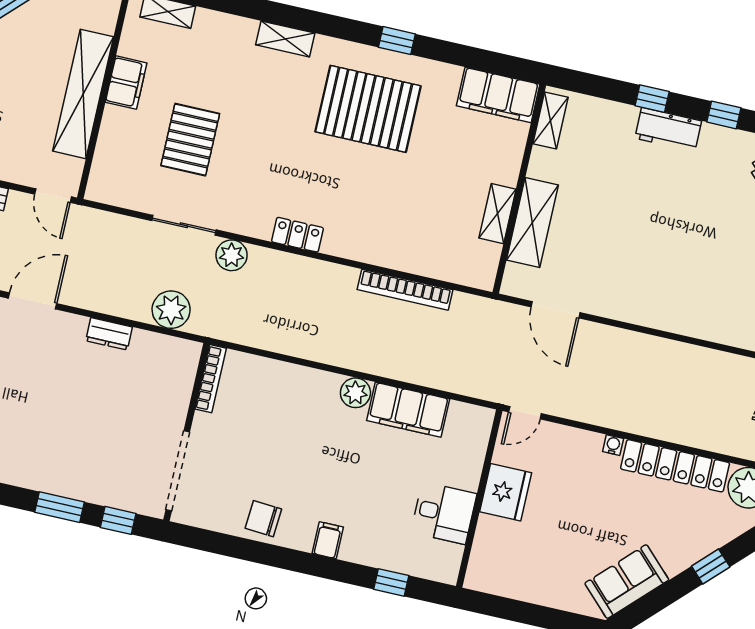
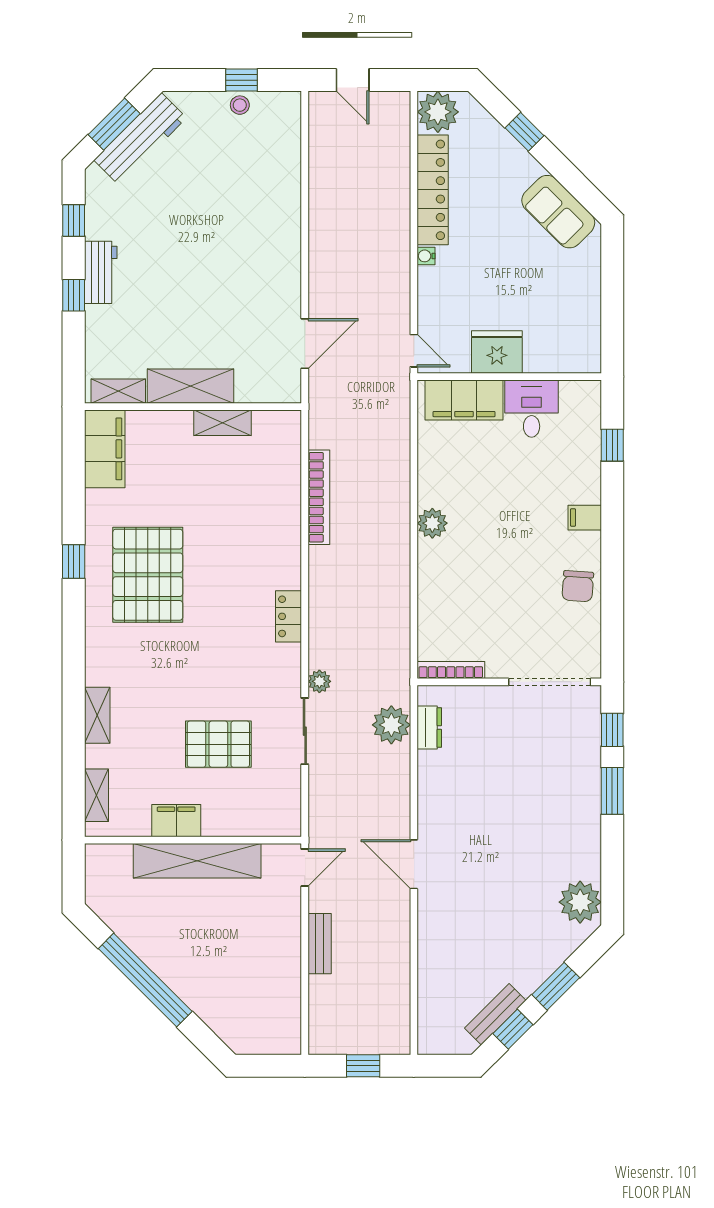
shelving: (285, 39) -> (97, 715), moved
shelving: (532, 223) -> (191, 386), moved
plant: (232, 255) -> (319, 681), width x0.73, depth x0.73
dresser: (109, 334) -> (429, 727), moved
filing cabinet: (408, 410) -> (464, 400), moved, turned 90

